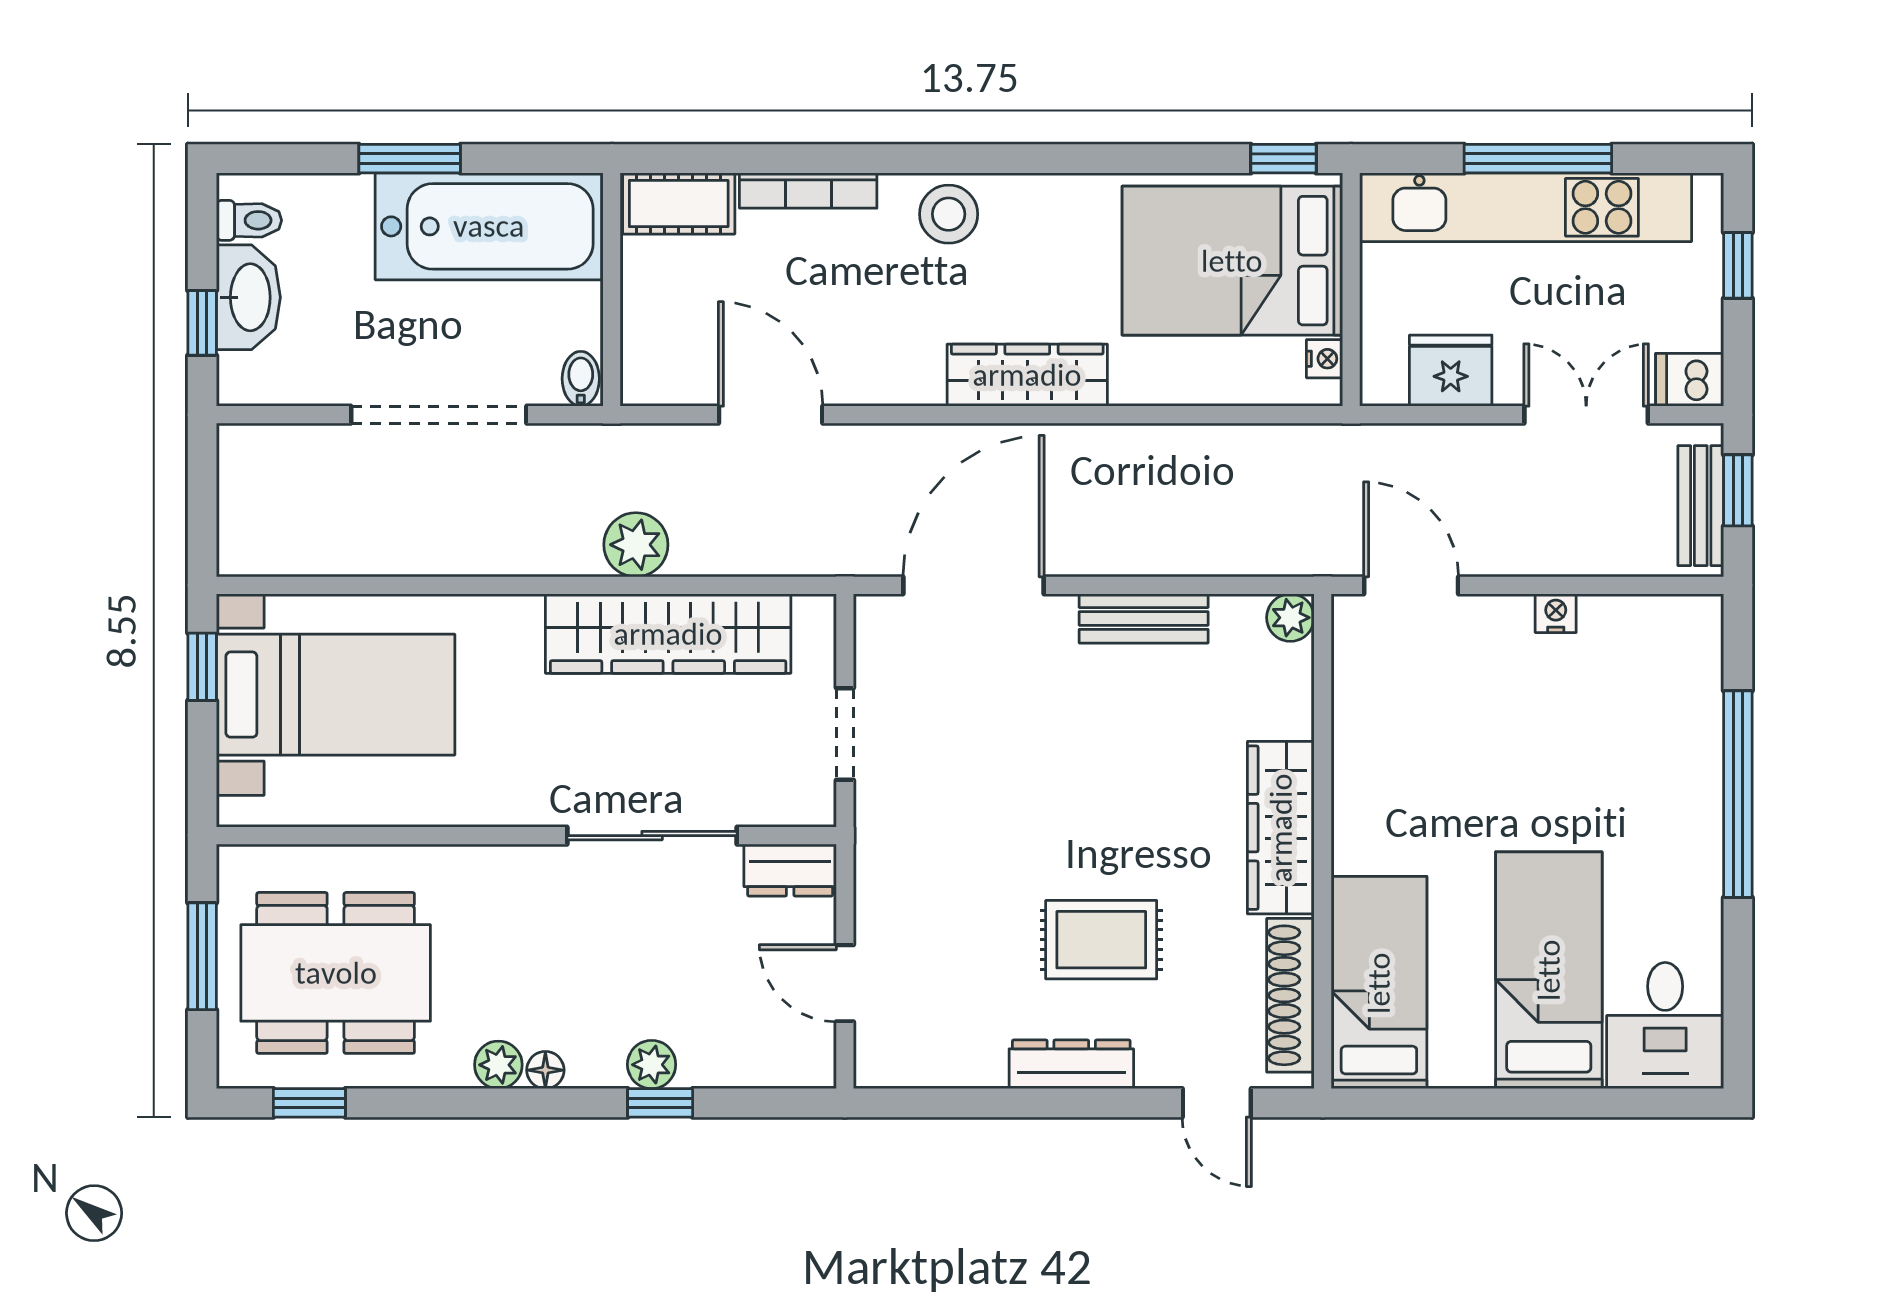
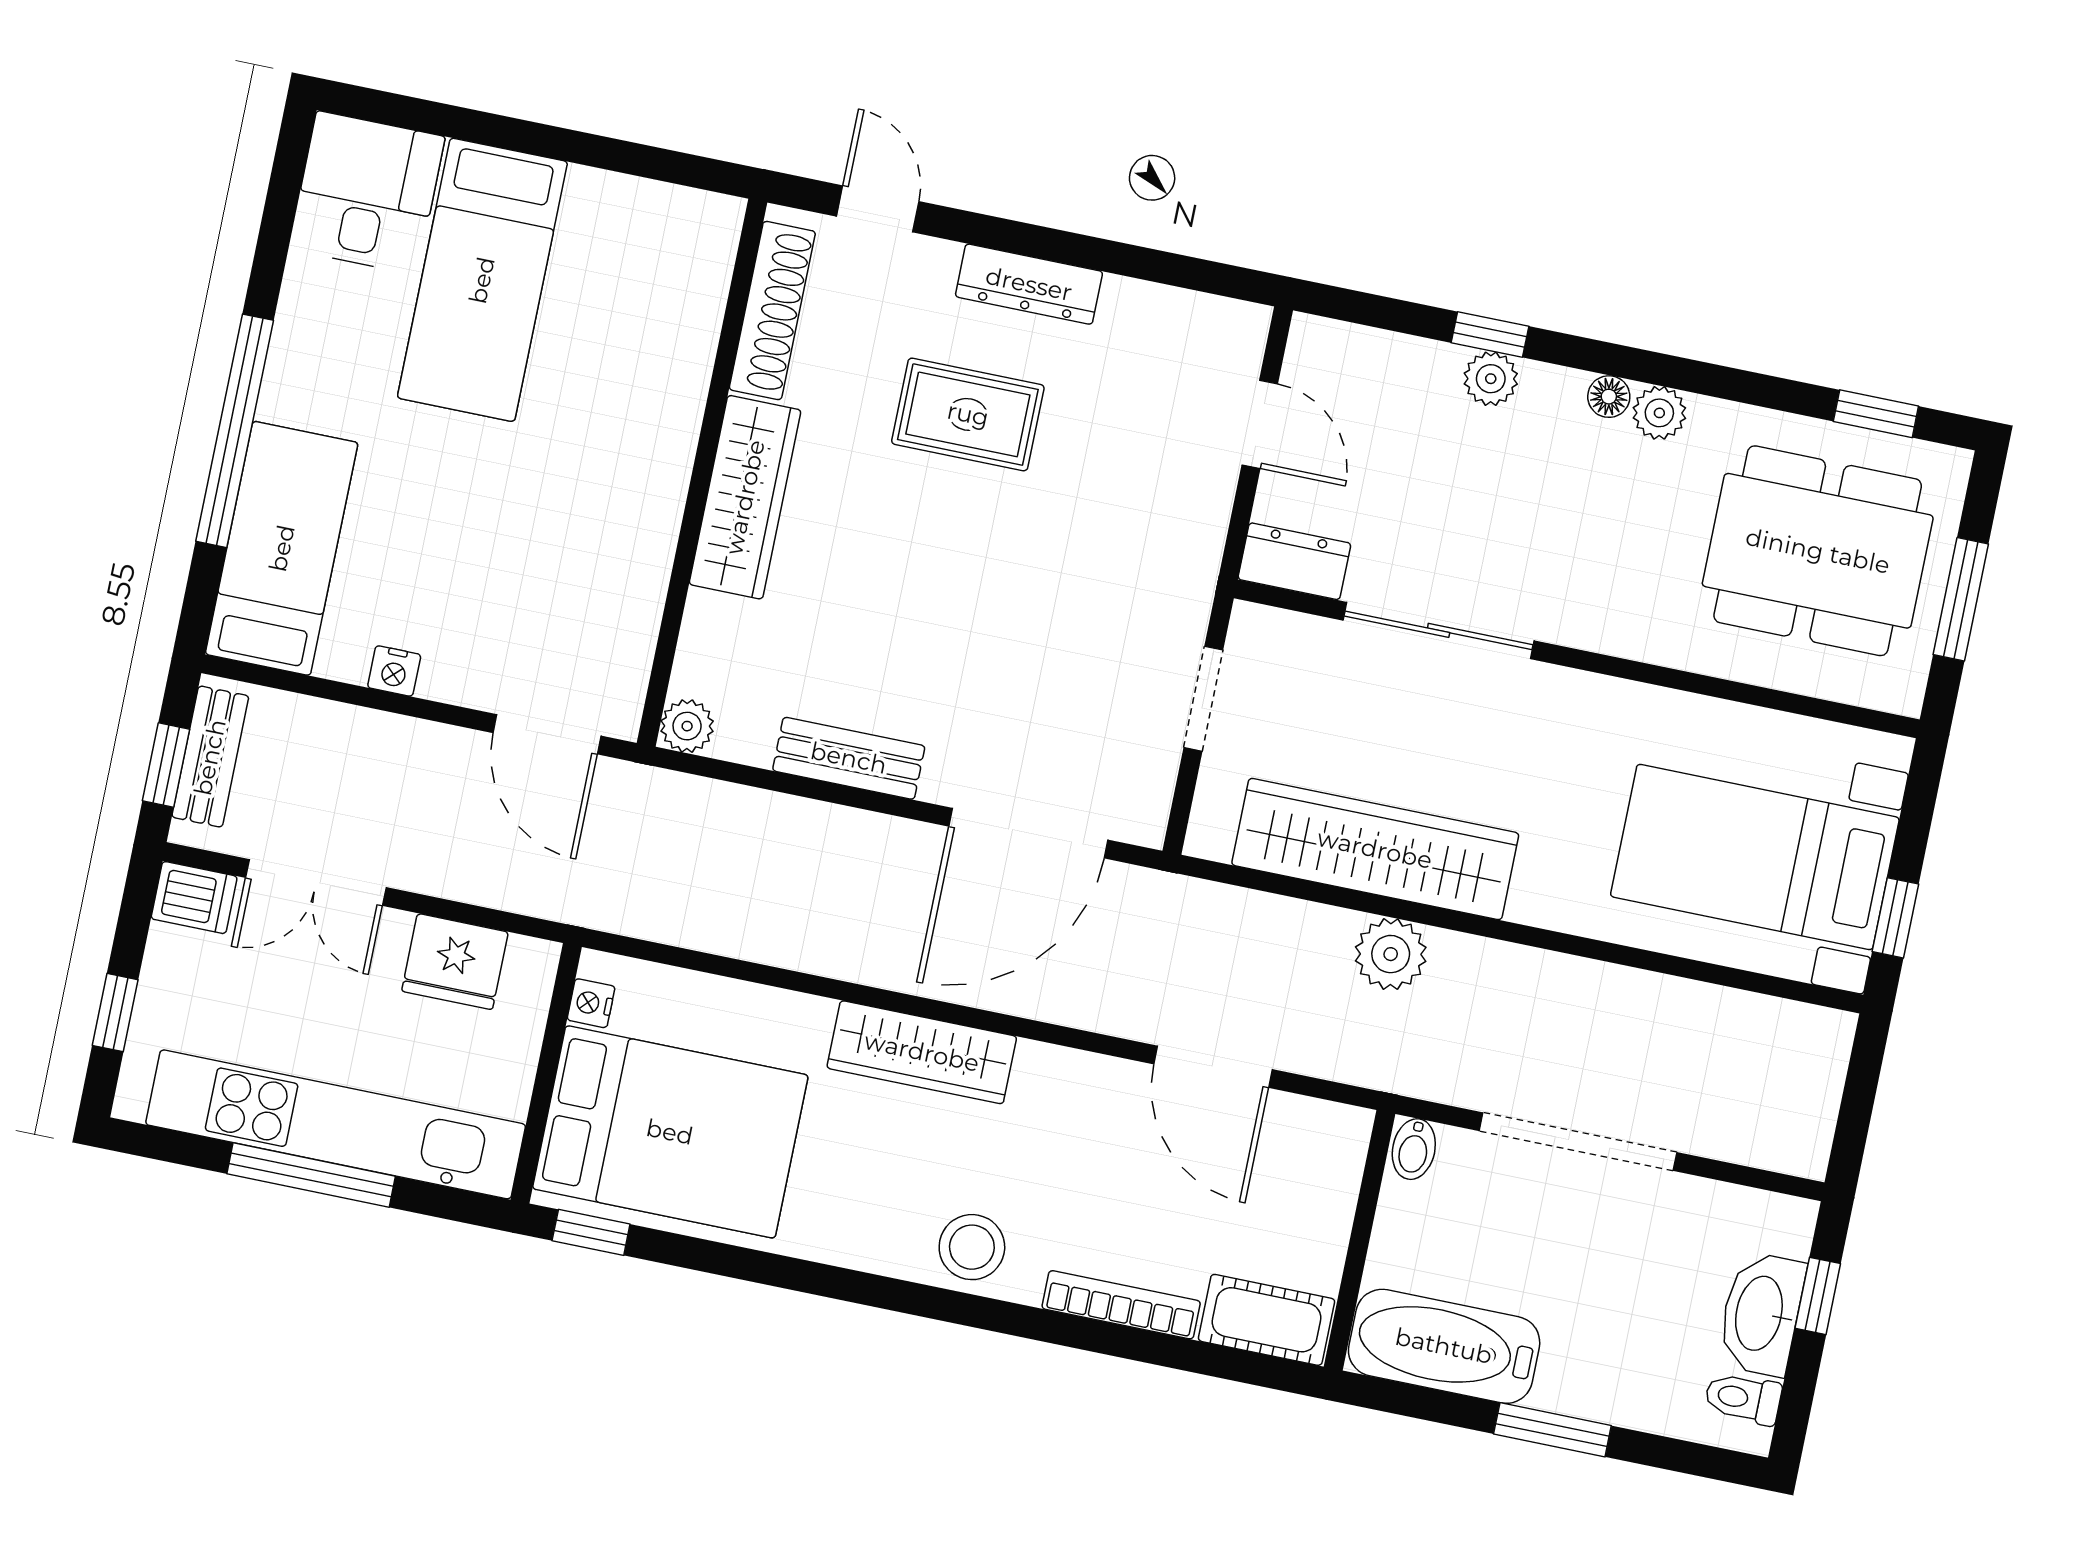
bathtub: (489, 226) -> (1444, 1346), width x0.73, depth x0.73
bed: (1379, 983) -> (282, 548), moved, turned 180

